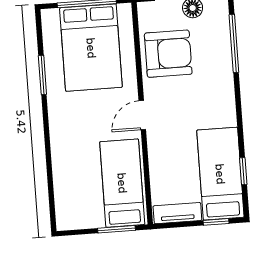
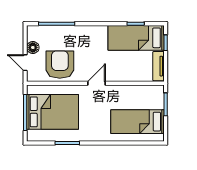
door: (142, 115) -> (97, 83), swing flipped
bed: (122, 183) -> (137, 122), moved

